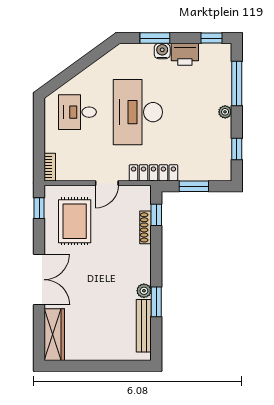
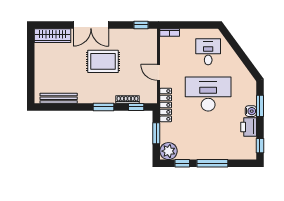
window: (237, 83) -> (212, 163), moved
plant: (225, 112) -> (169, 151), moved, width x1.88, depth x1.88
rug: (75, 221) -> (103, 61), moved
plant: (144, 291) -> (83, 98), removed
window: (156, 302) -> (103, 107), moved

